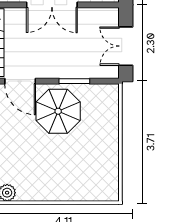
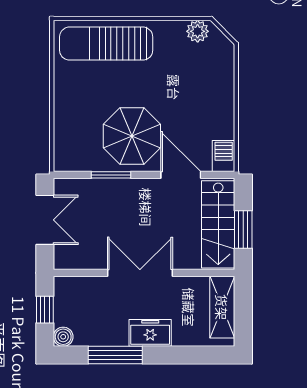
sun lounger: (78, 183) -> (106, 44), added

